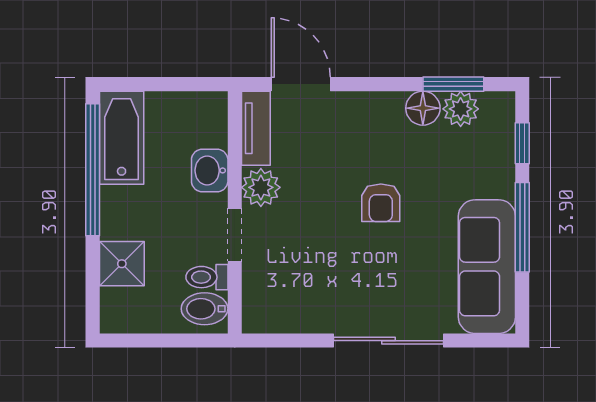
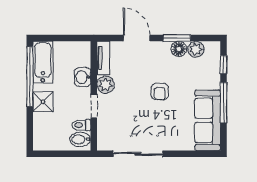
door: (301, 84) -> (137, 38), moved
window: (453, 84) -> (177, 38), moved
shower: (122, 264) -> (43, 102), moved
sliding door: (388, 341) -> (138, 154), moved

